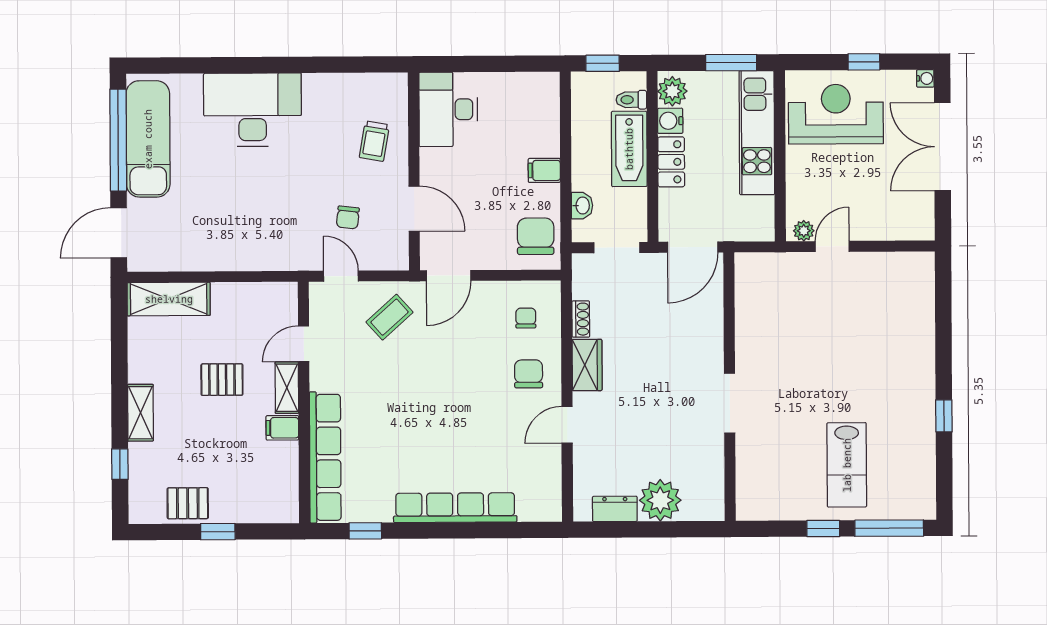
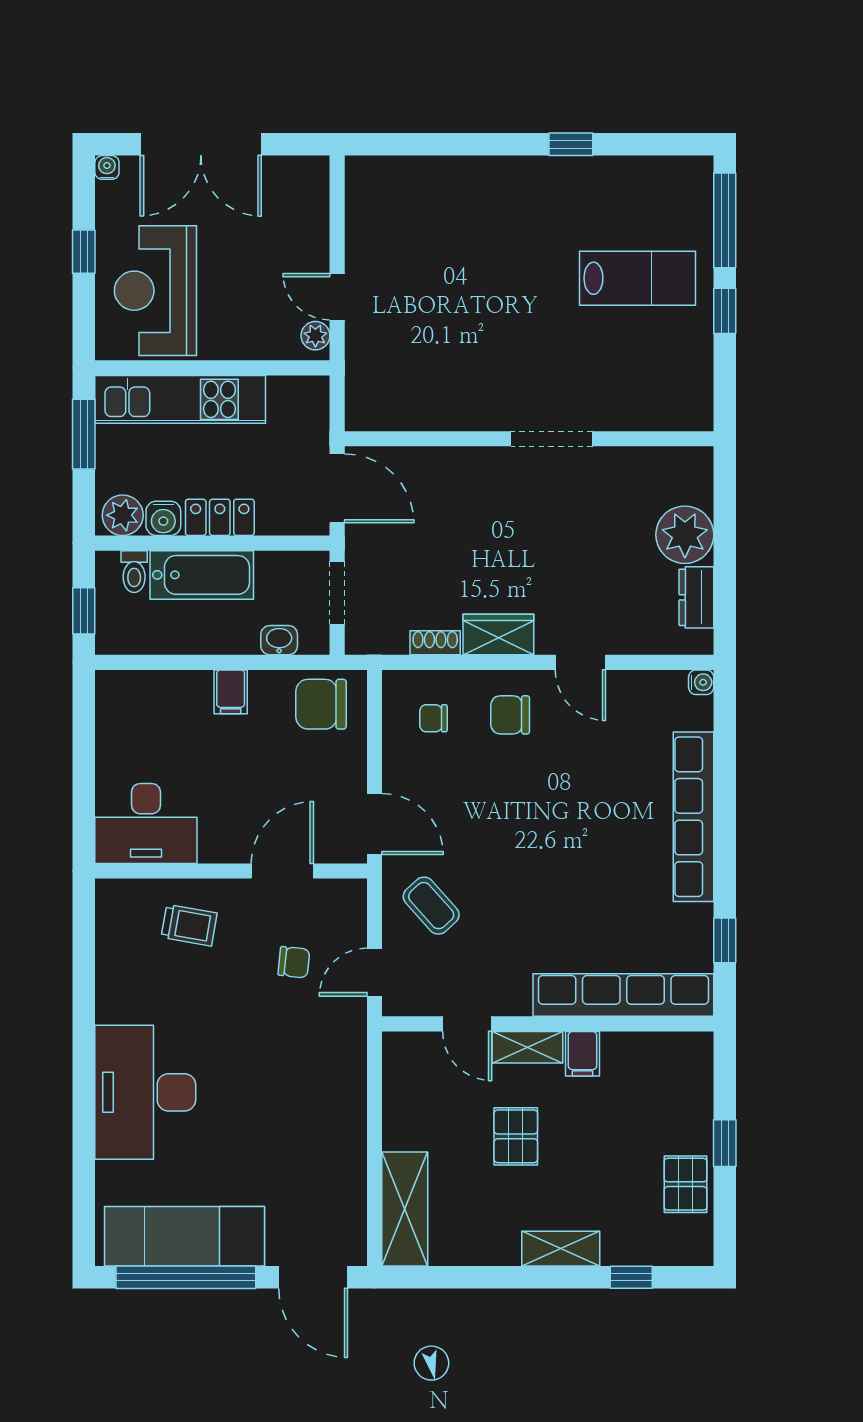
water cooler: (553, 513) -> (701, 682), added

